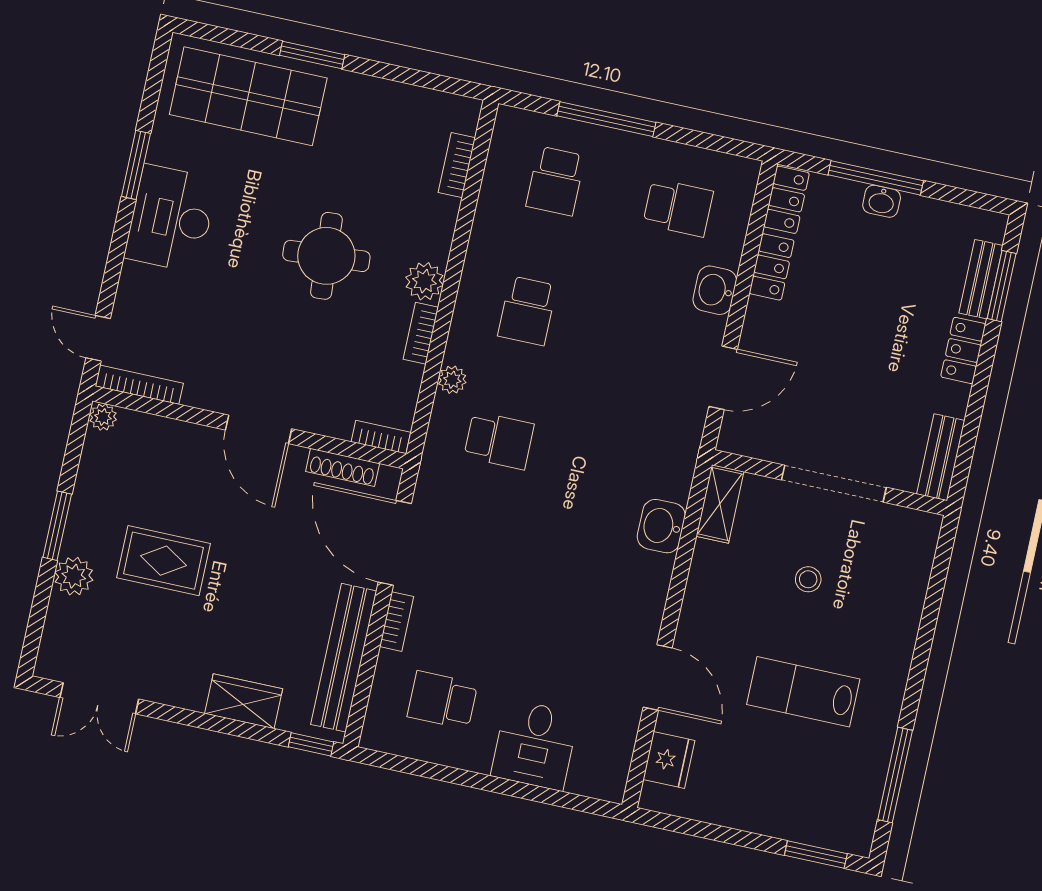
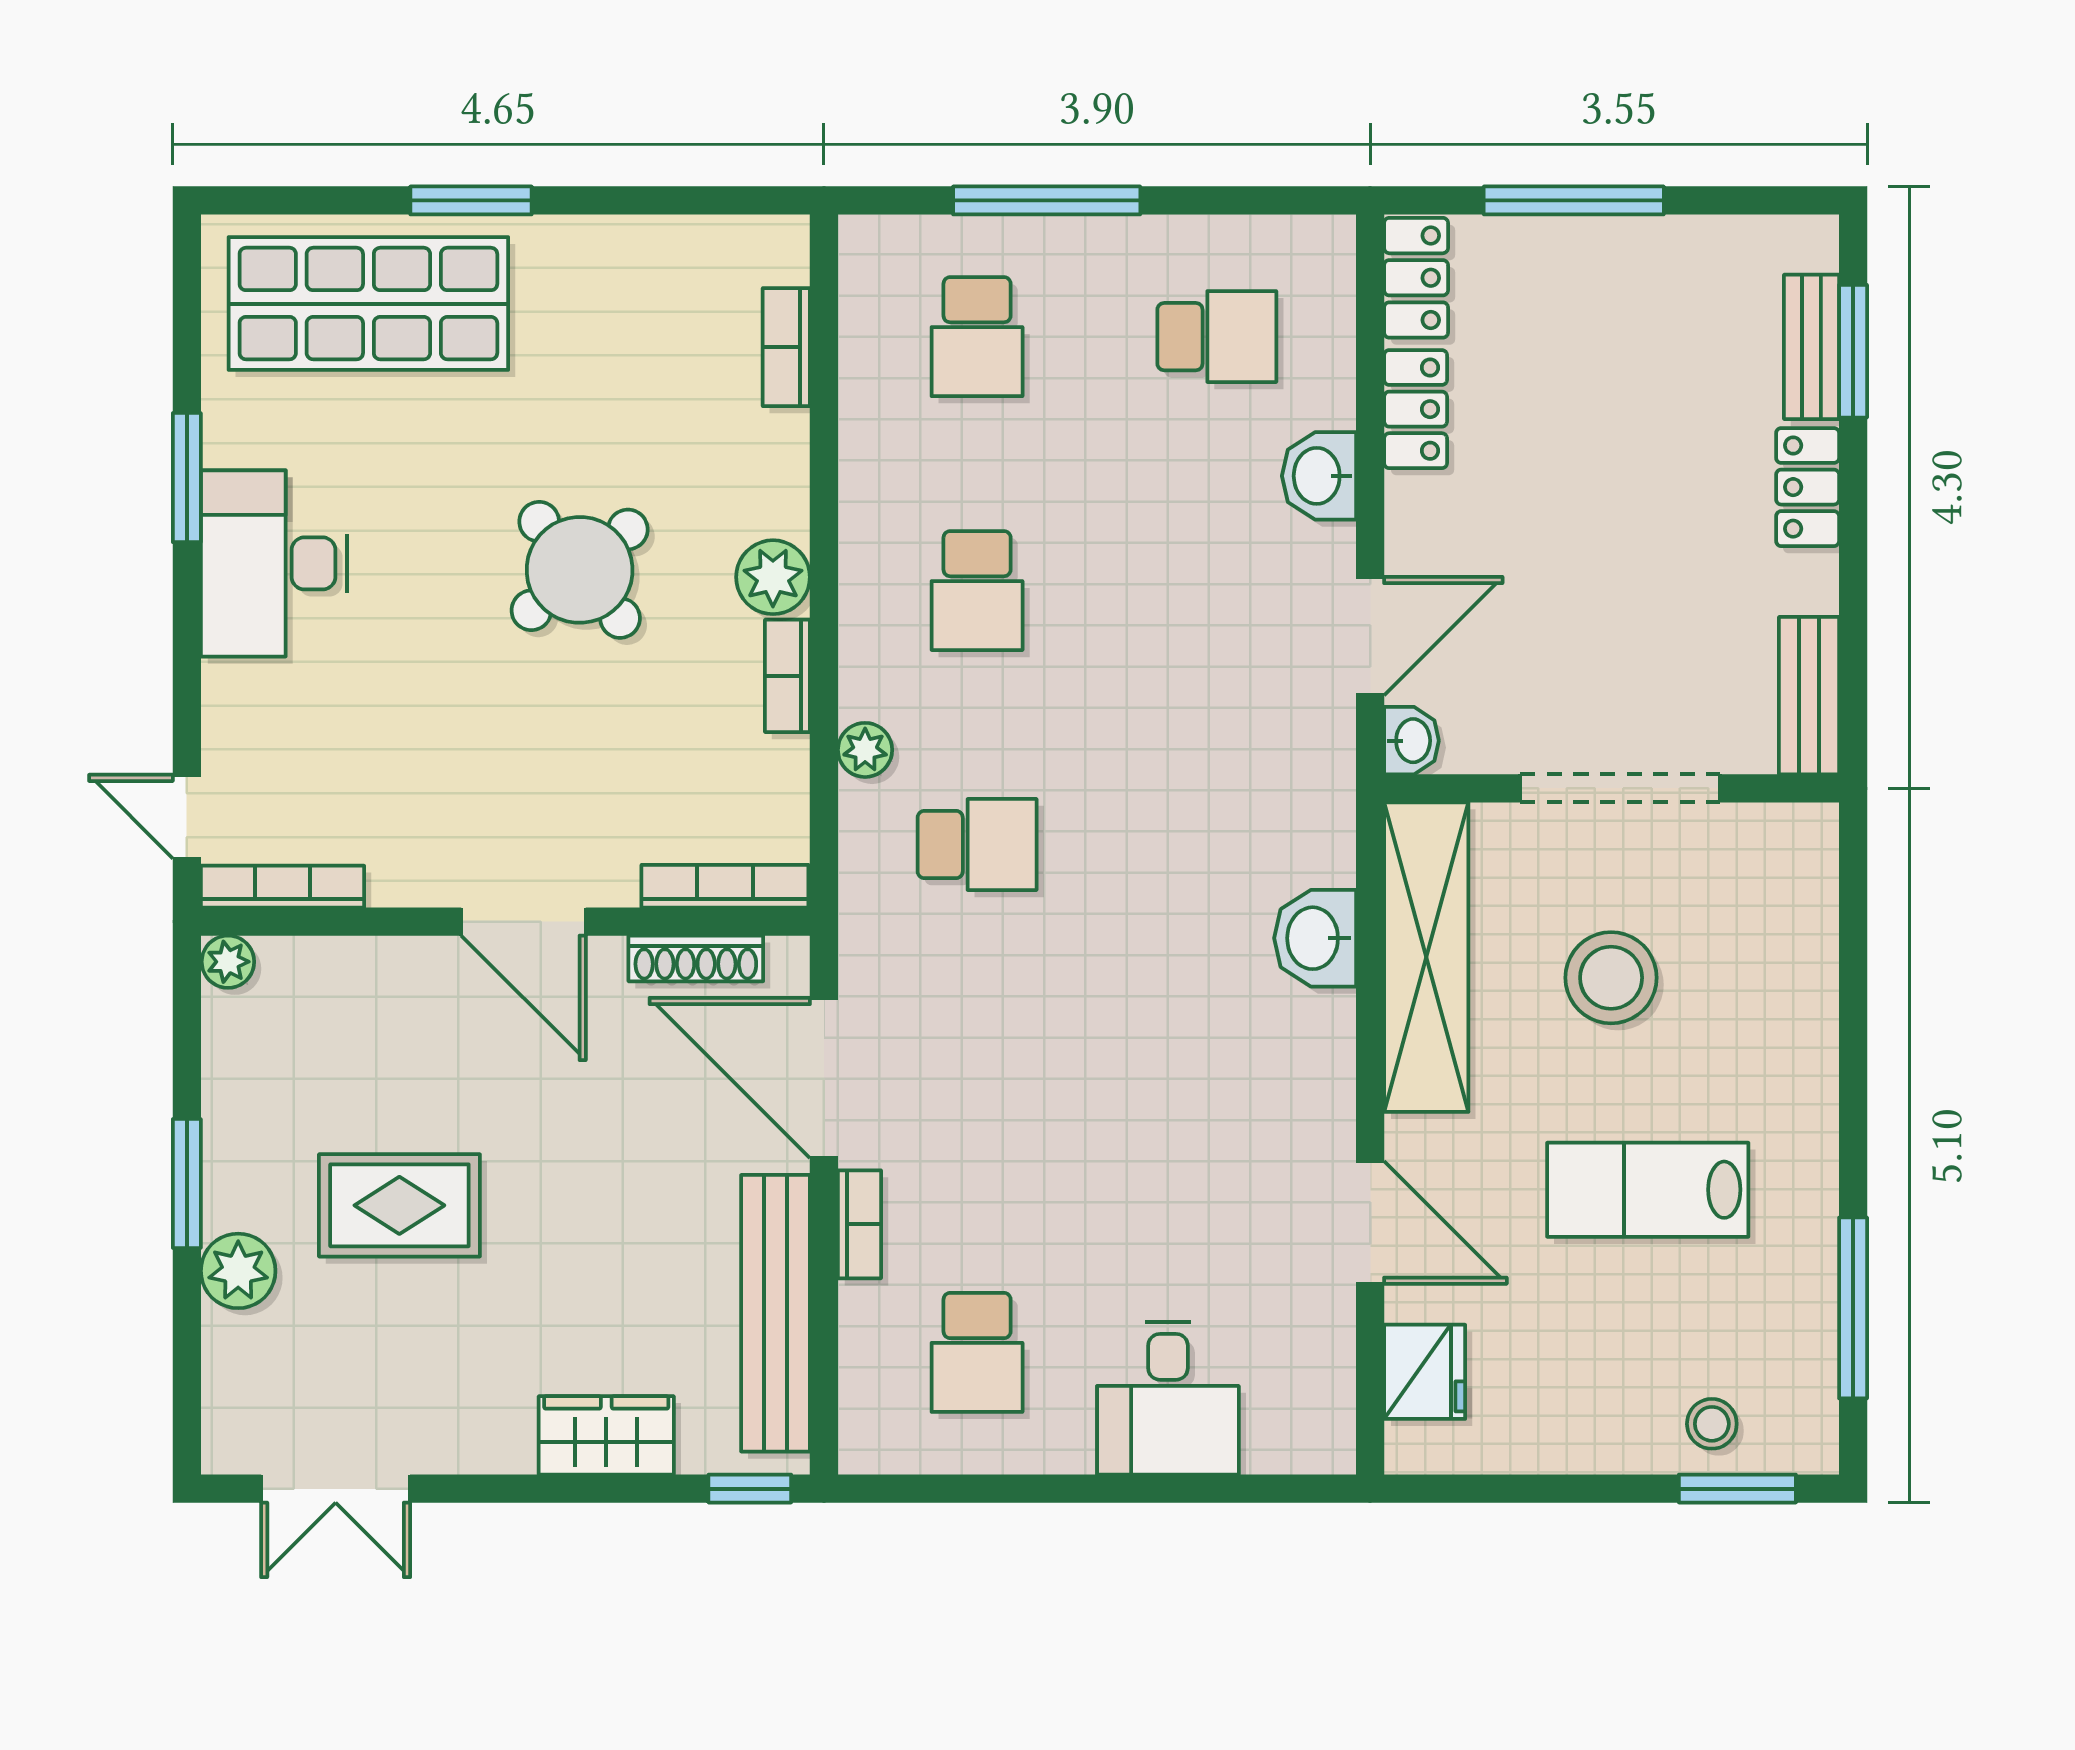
washbasin: (882, 201) -> (1411, 741), moved, turned -90
round table: (326, 256) -> (580, 570), turned -36
bookcase: (381, 437) -> (725, 886), width x1.56
shelving: (720, 504) -> (1426, 957), width x2.20, depth x1.33
stool: (808, 579) -> (1611, 978), width x1.89, depth x1.89
school desk: (442, 700) -> (977, 1352), turned -90
stool: (810, 819) -> (1712, 1424), added

